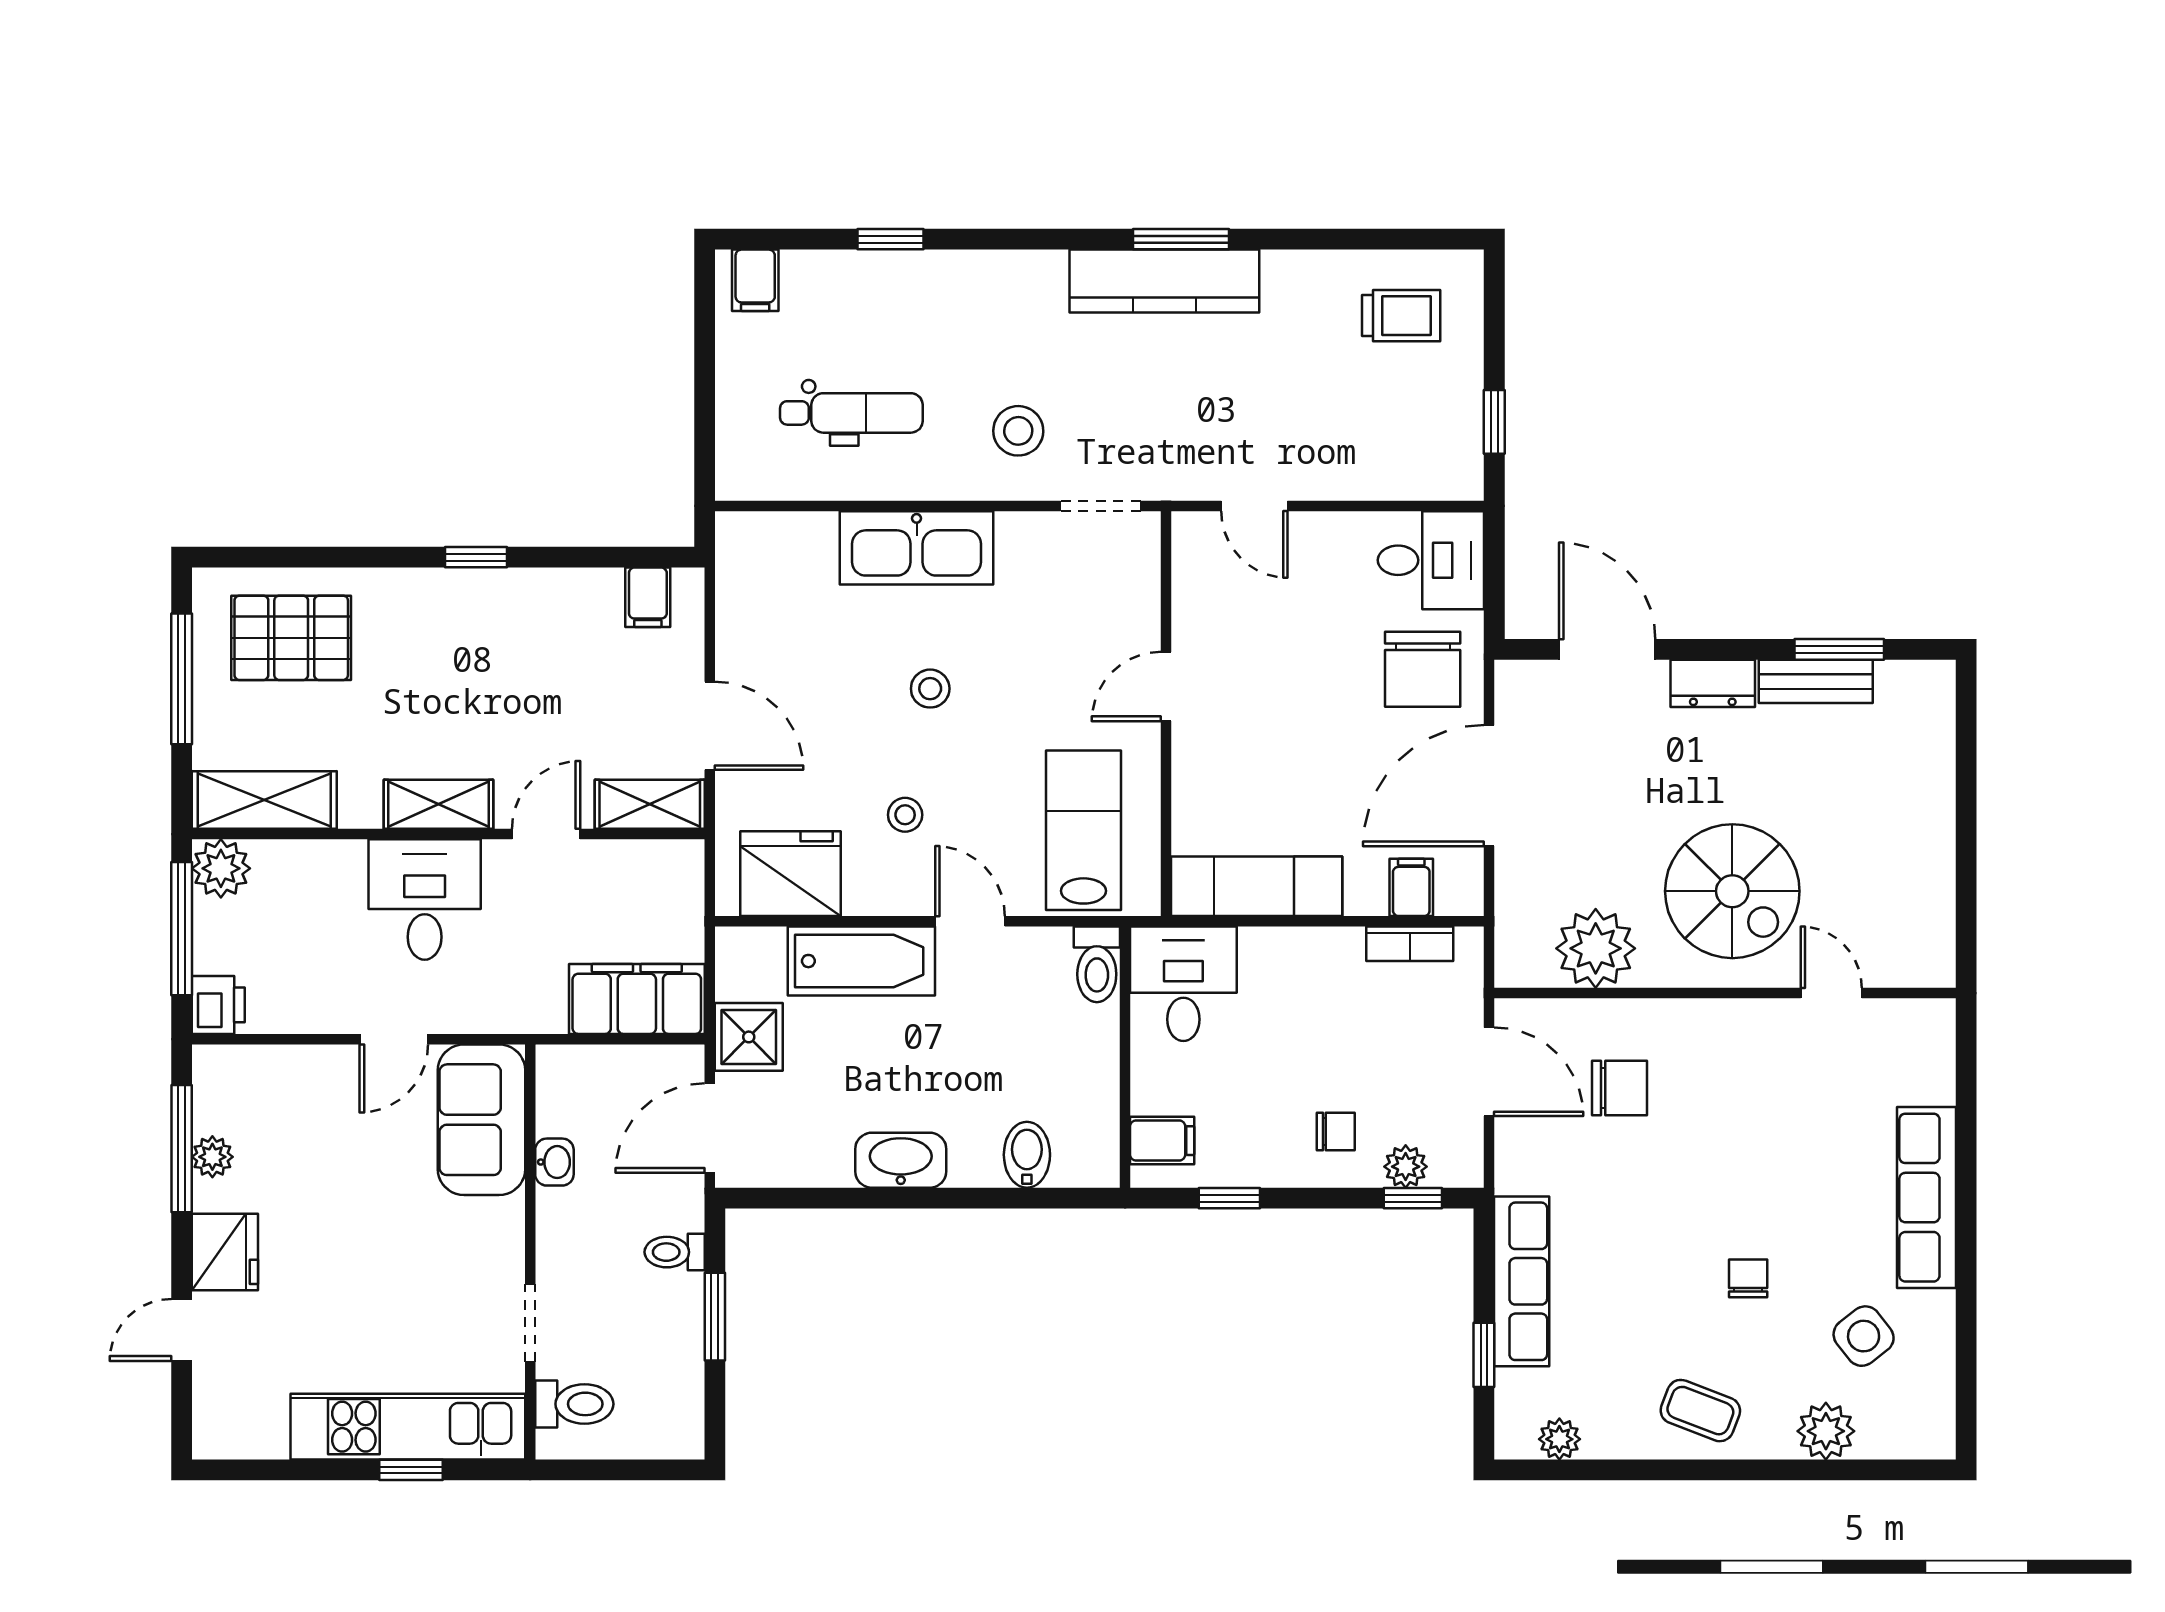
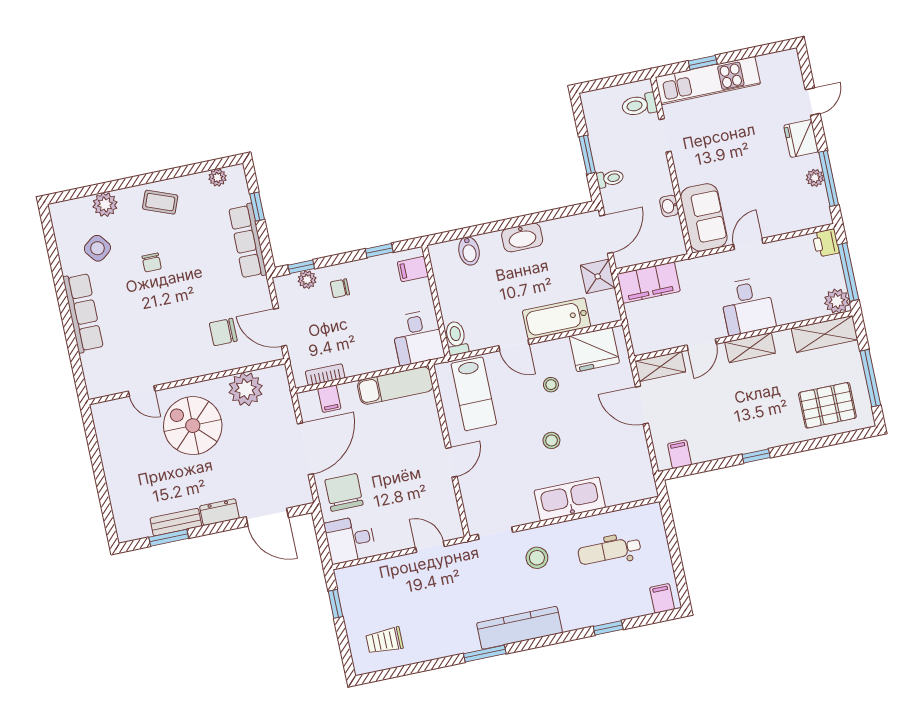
kitchen counter: (1164, 281) -> (519, 628), moved

